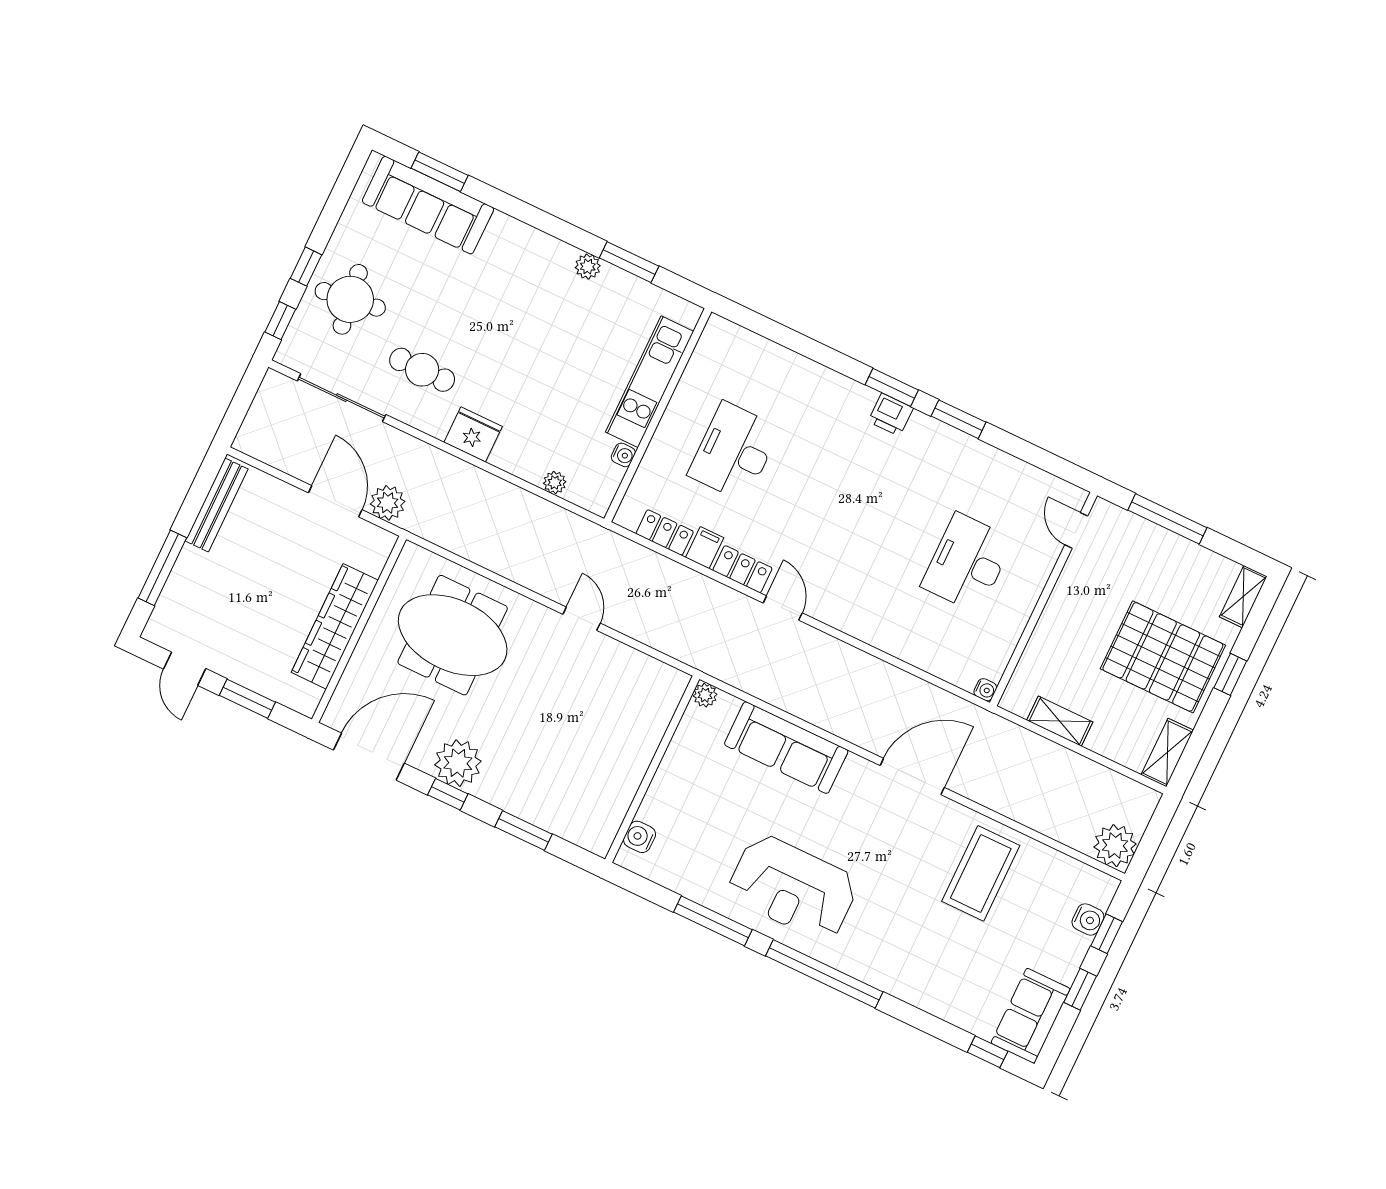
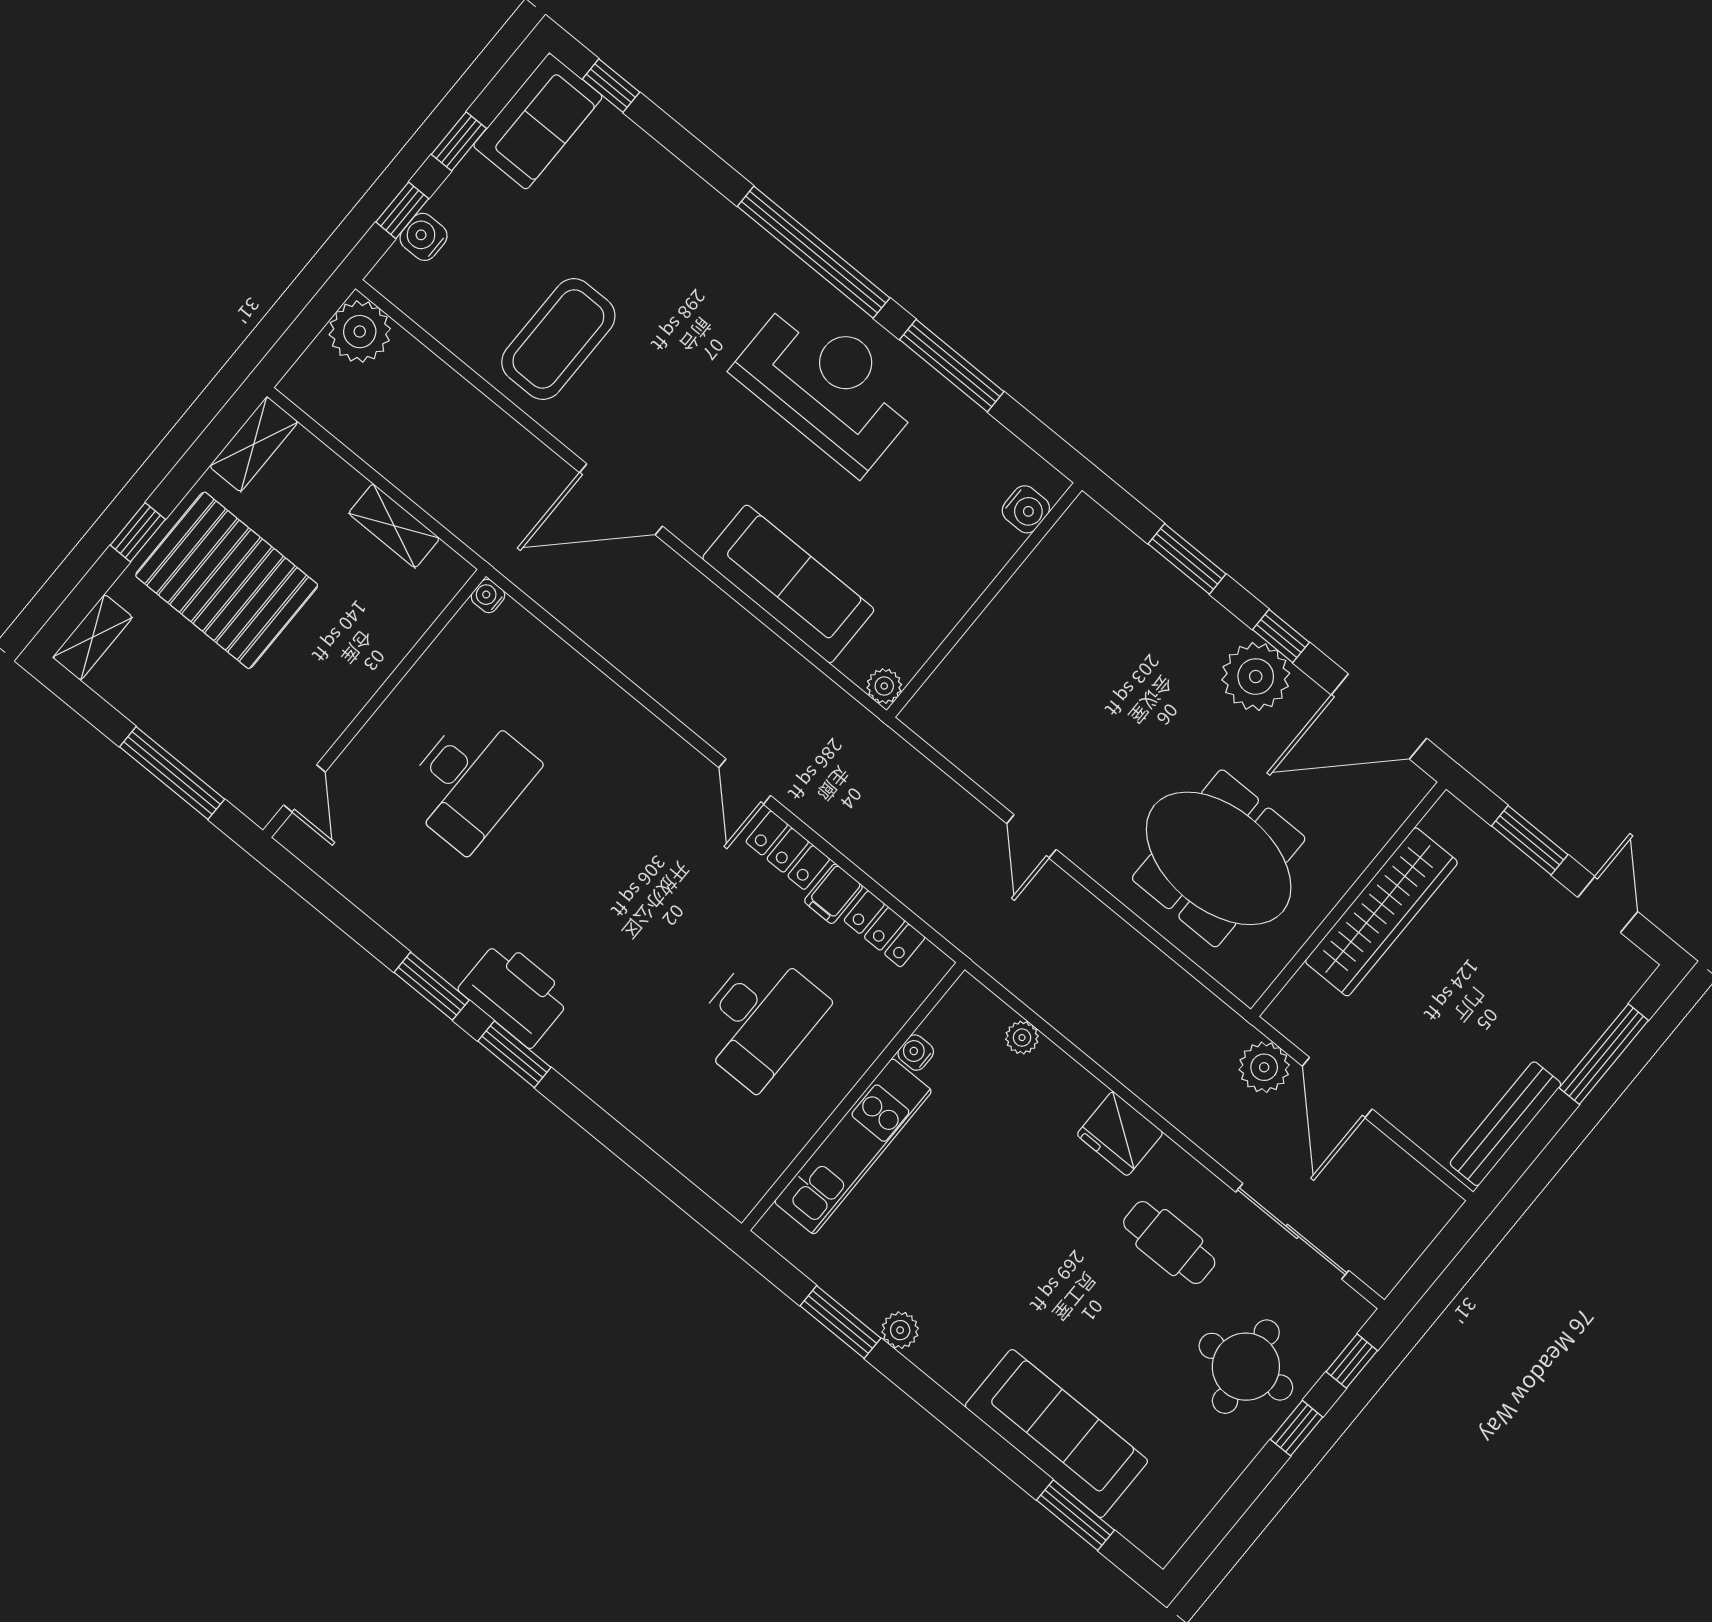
sofa: (428, 205) -> (1056, 1434), moved
printer: (891, 415) -> (515, 993), width x1.87, depth x1.48

